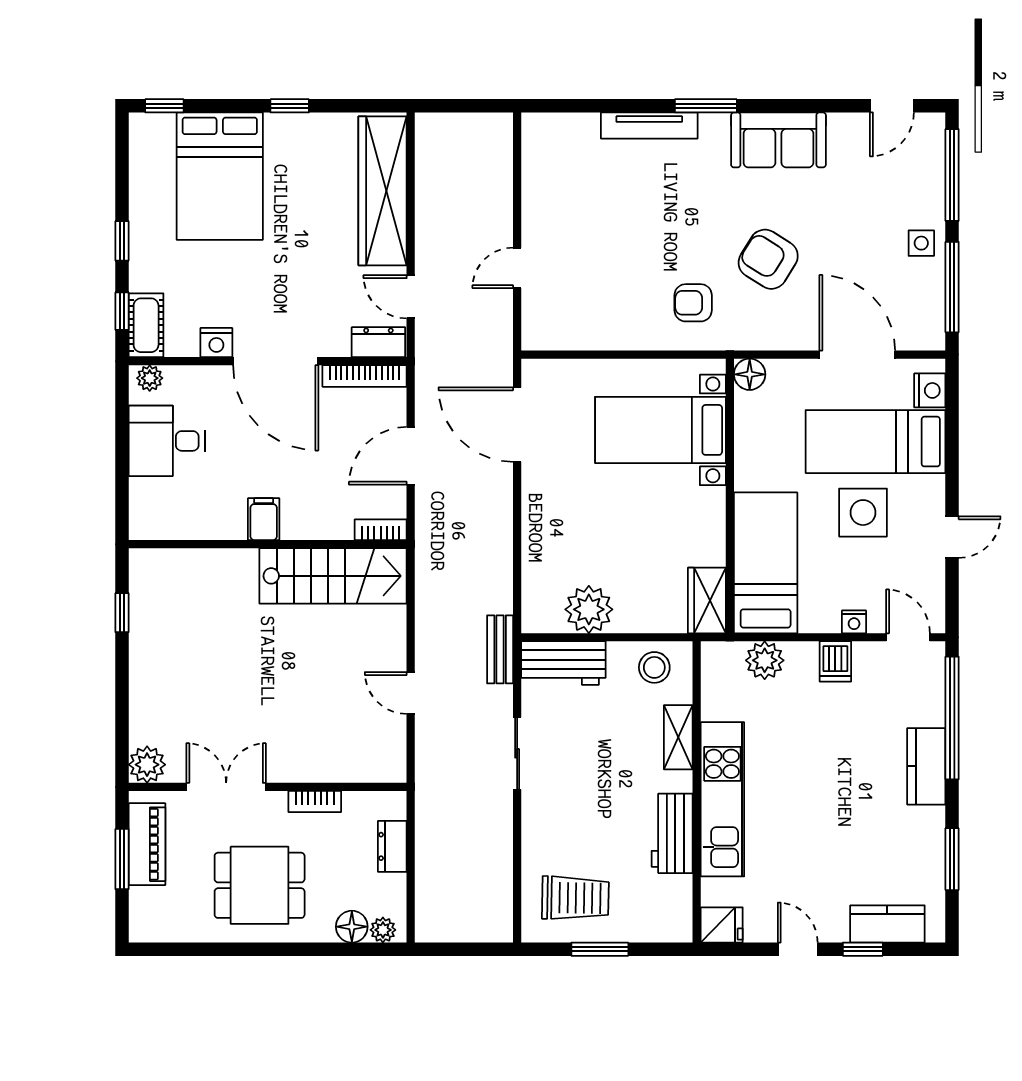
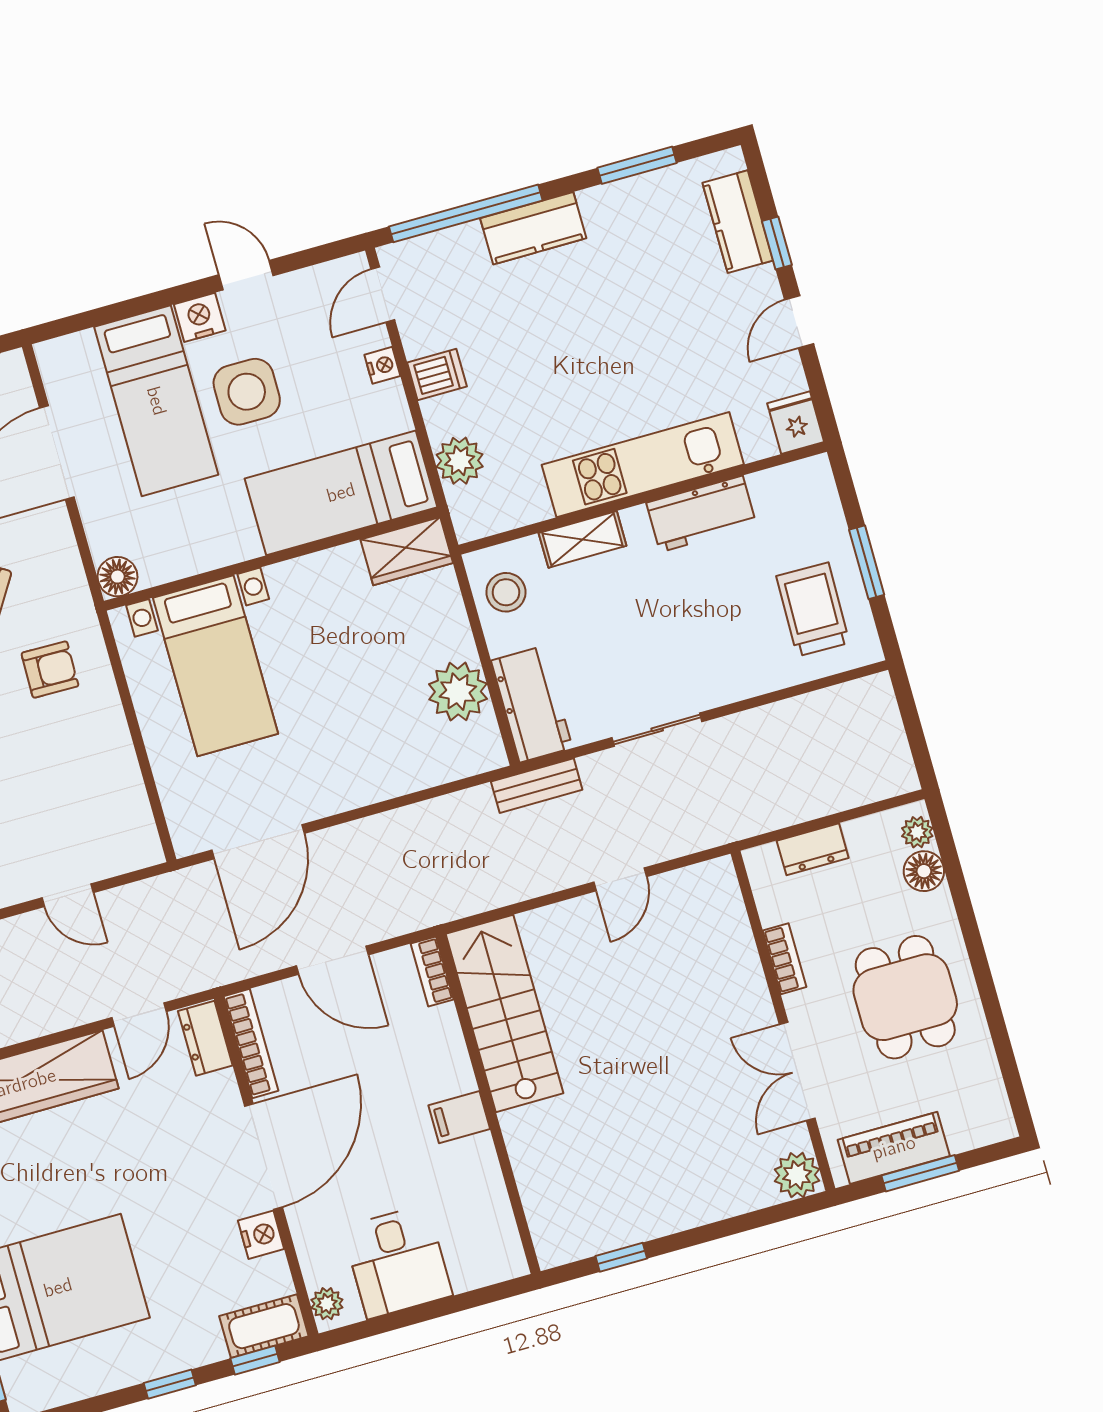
armchair: (693, 303) -> (50, 670), turned -89
nightstand: (930, 390) -> (200, 317), moved

